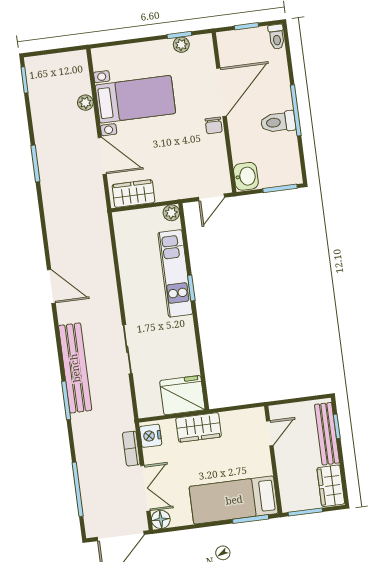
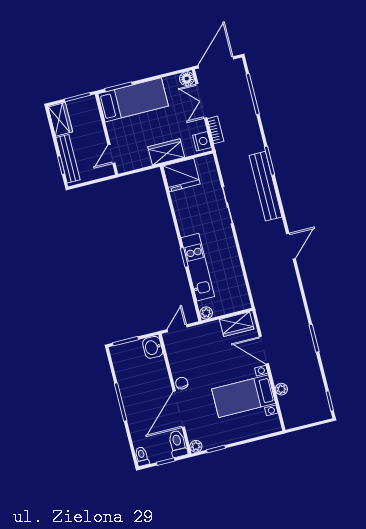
plant: (181, 45) -> (196, 446), moved
toilet: (278, 122) -> (178, 444), moved, turned -90
door: (51, 286) -> (291, 246), swing flipped

